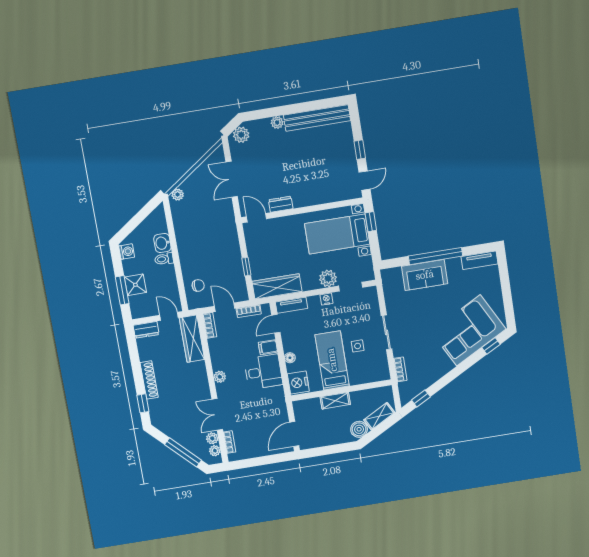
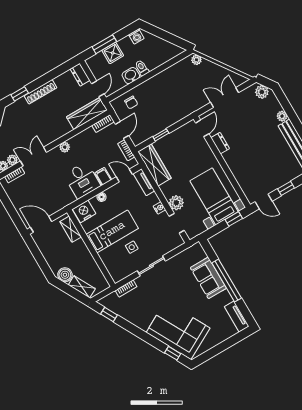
washbasin: (162, 243) -> (131, 76), moved
shelving: (335, 401) -> (71, 229), moved

